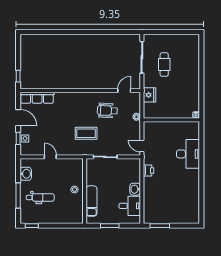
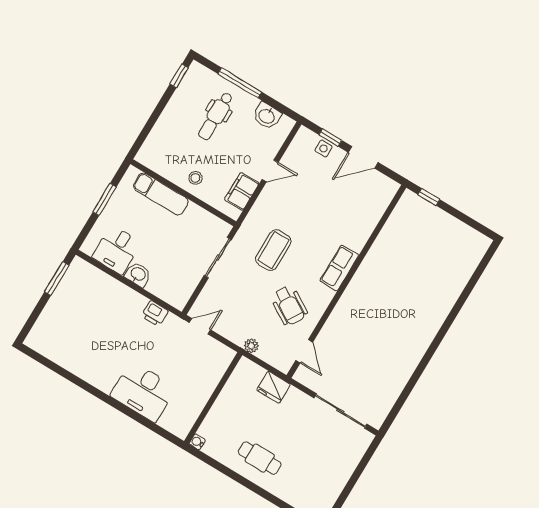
cafe table: (164, 65) -> (260, 458), moved
row of seats: (37, 98) -> (339, 268), moved, width x0.68
wheelchair: (107, 111) -> (289, 305), turned 118
filing cabinet: (68, 164) -> (242, 191), added

